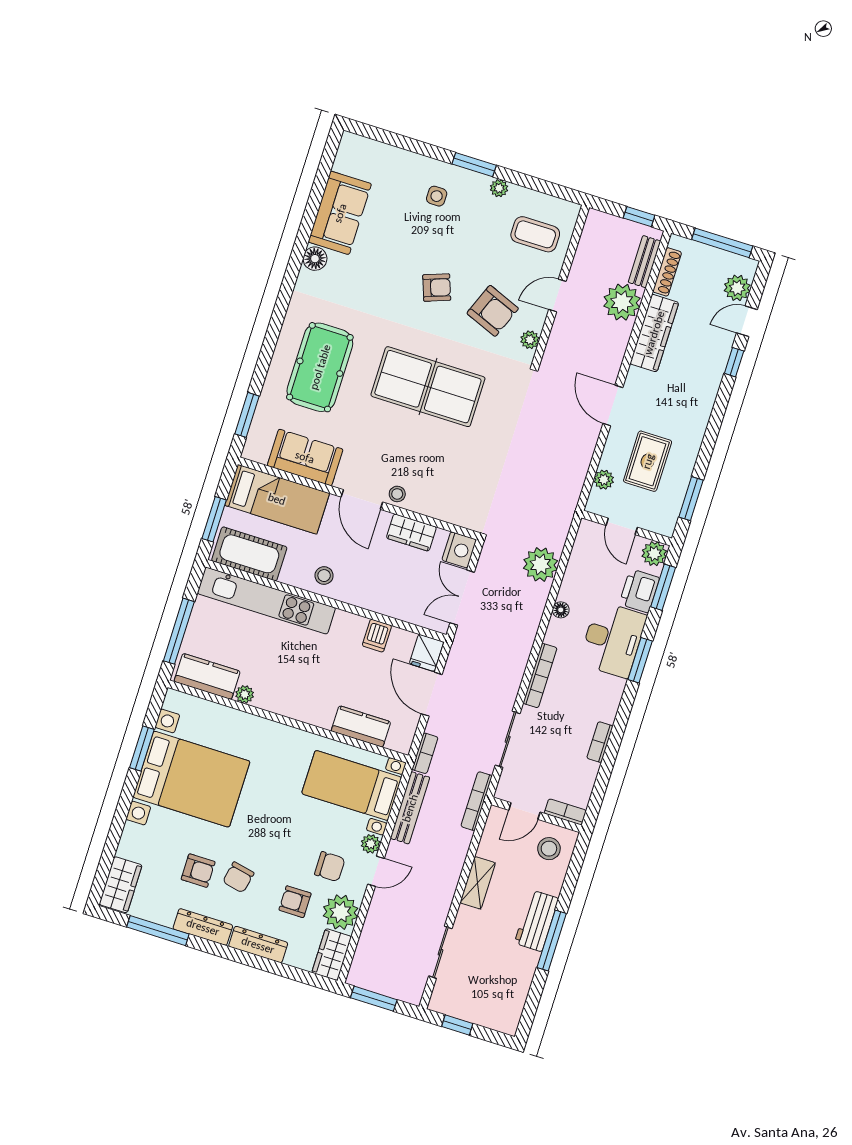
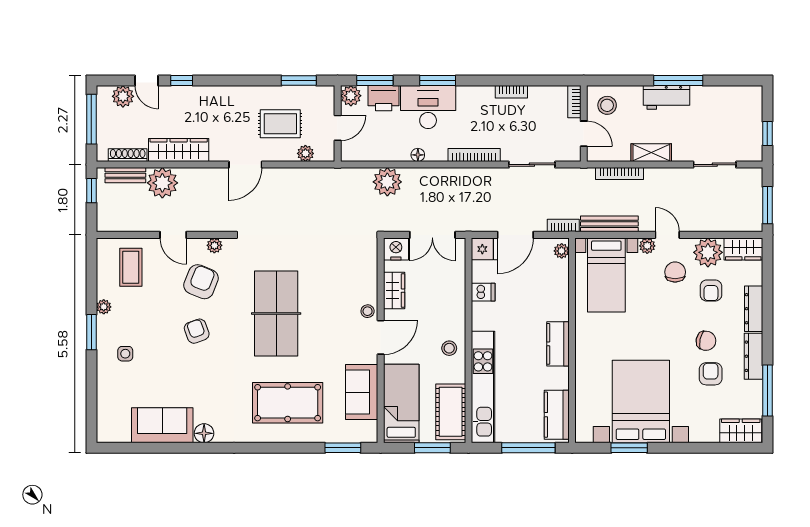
plant: (245, 694) -> (562, 251), moved
kitchen counter: (361, 726) -> (558, 344), moved
bookcase: (477, 801) -> (620, 174), moved

